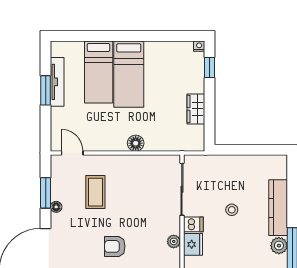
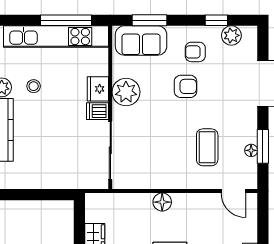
floor lamp: (56, 207) -> (251, 150), moved
stool: (232, 210) -> (34, 86), moved
plant: (174, 241) -> (126, 92), width x1.87, depth x1.87

